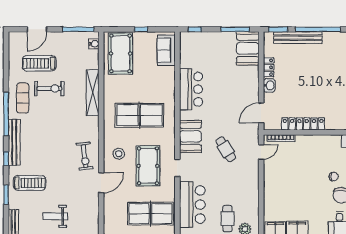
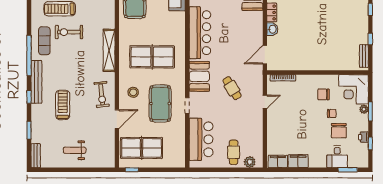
exercise bike: (49, 89) -> (69, 32), turned 180
bar counter: (191, 89) -> (200, 33), width x1.36
shelving: (93, 93) -> (109, 50), moved
locker: (303, 124) -> (304, 65), removed
door: (261, 152) -> (265, 102), moved
chair: (325, 156) -> (324, 94), added
treadmill: (30, 183) -> (63, 105), moved, turned -90
table tennis table: (150, 214) -> (141, 148), moved

